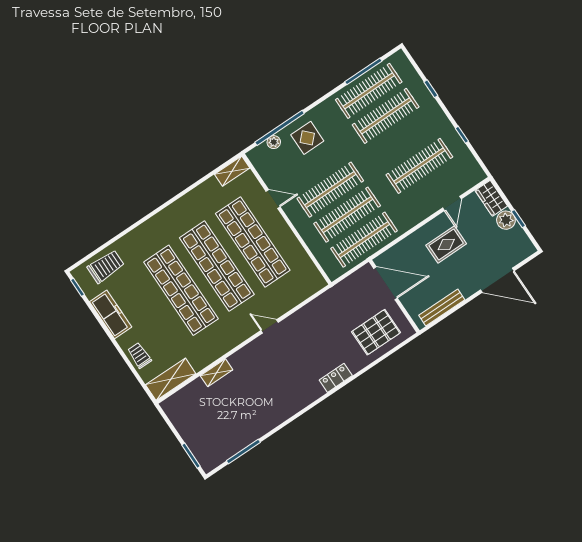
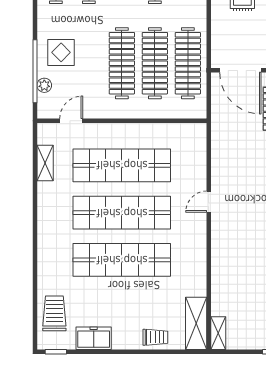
shelving: (232, 171) -> (45, 163), moved
door: (273, 199) -> (71, 121), moved
door: (385, 283) -> (240, 70), swing flipped
freezer: (111, 314) -> (94, 338), width x0.71
trolley: (139, 355) -> (155, 337), turned 180
shelving: (217, 373) -> (218, 333), moved

